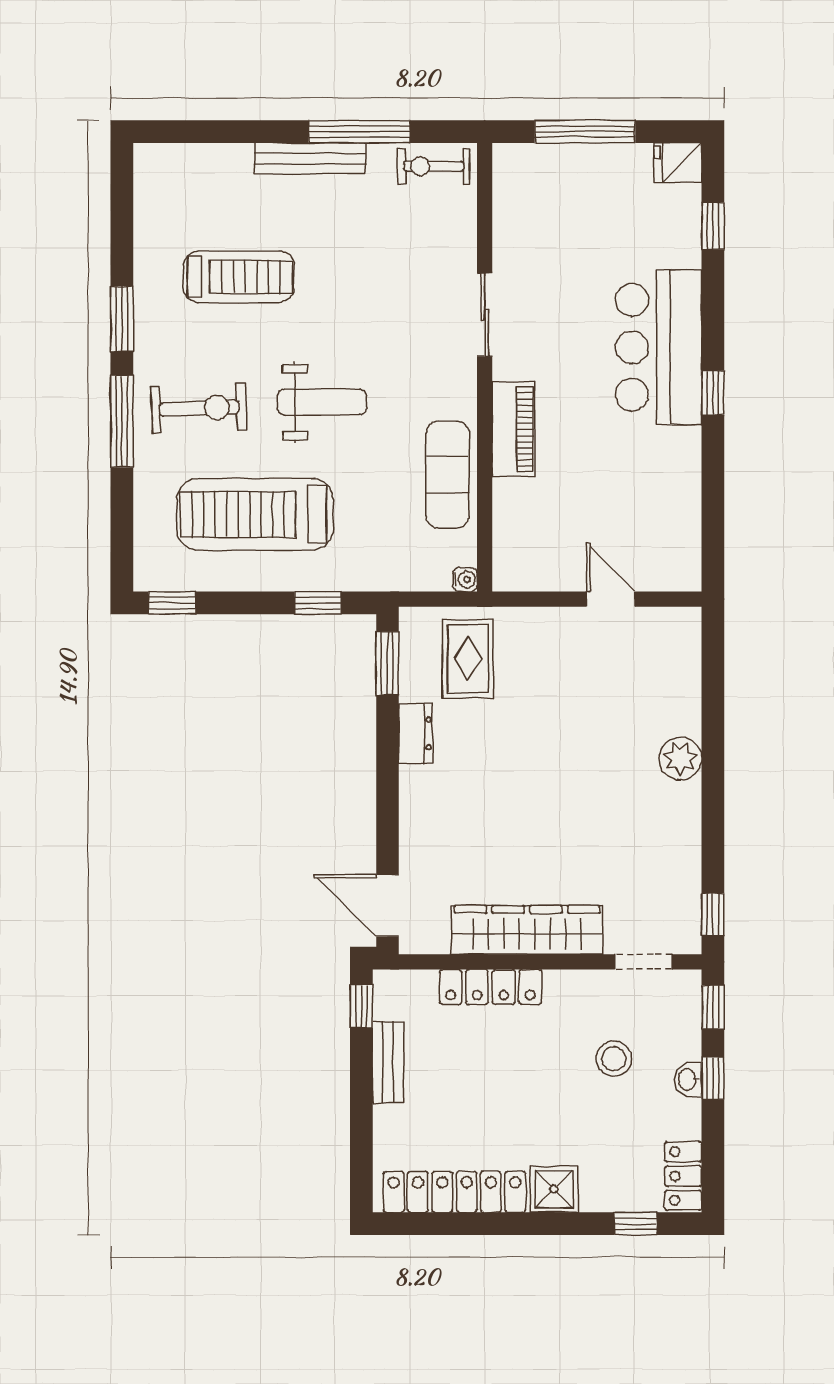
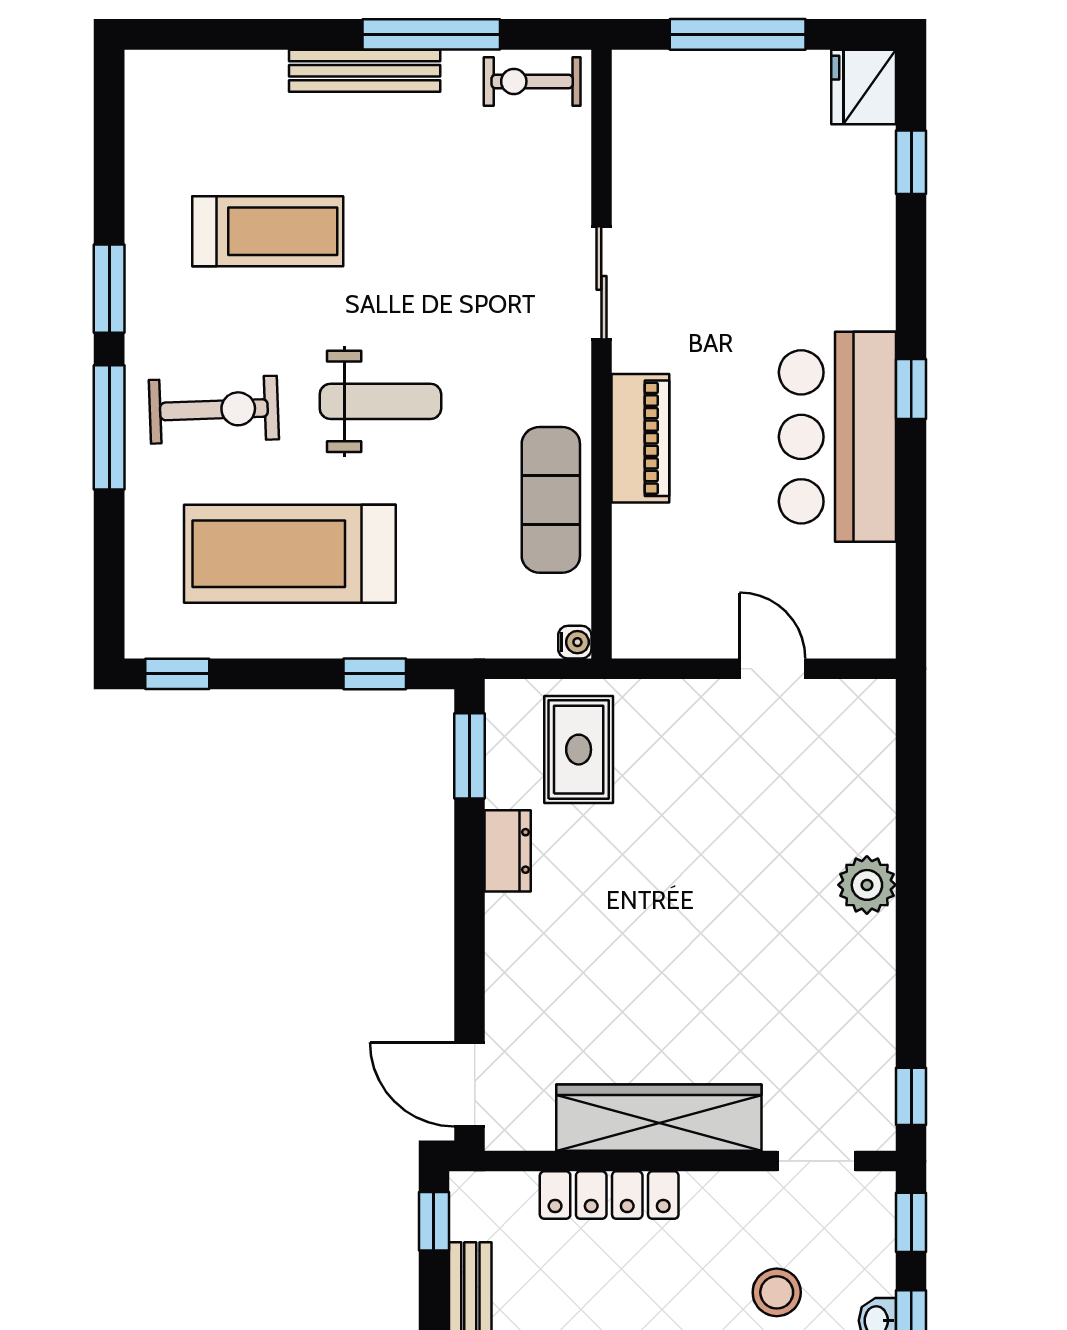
fridge: (678, 163) -> (864, 87), width x1.38
bar counter: (659, 347) -> (837, 437), moved

